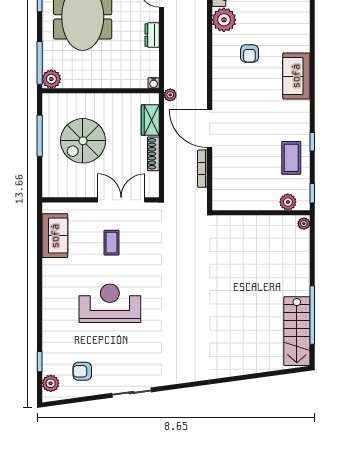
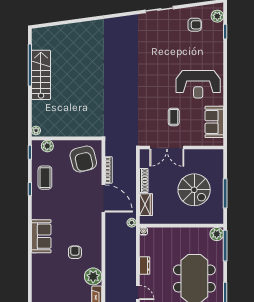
spiral stairs: (83, 141) -> (194, 190), turned 90
armchair: (238, 184) -> (83, 159), added
reception desk: (110, 303) -> (198, 84), moved
stairs: (297, 331) -> (41, 75), moved

